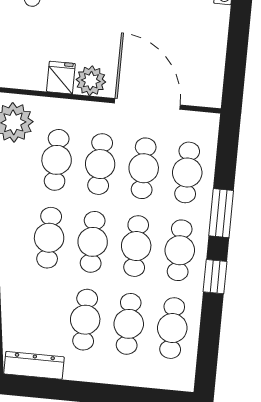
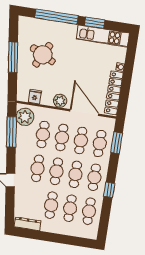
locker: (212, 55) -> (114, 93), added
fridge: (61, 78) -> (35, 97), moved
window: (221, 213) -> (117, 143), moved

